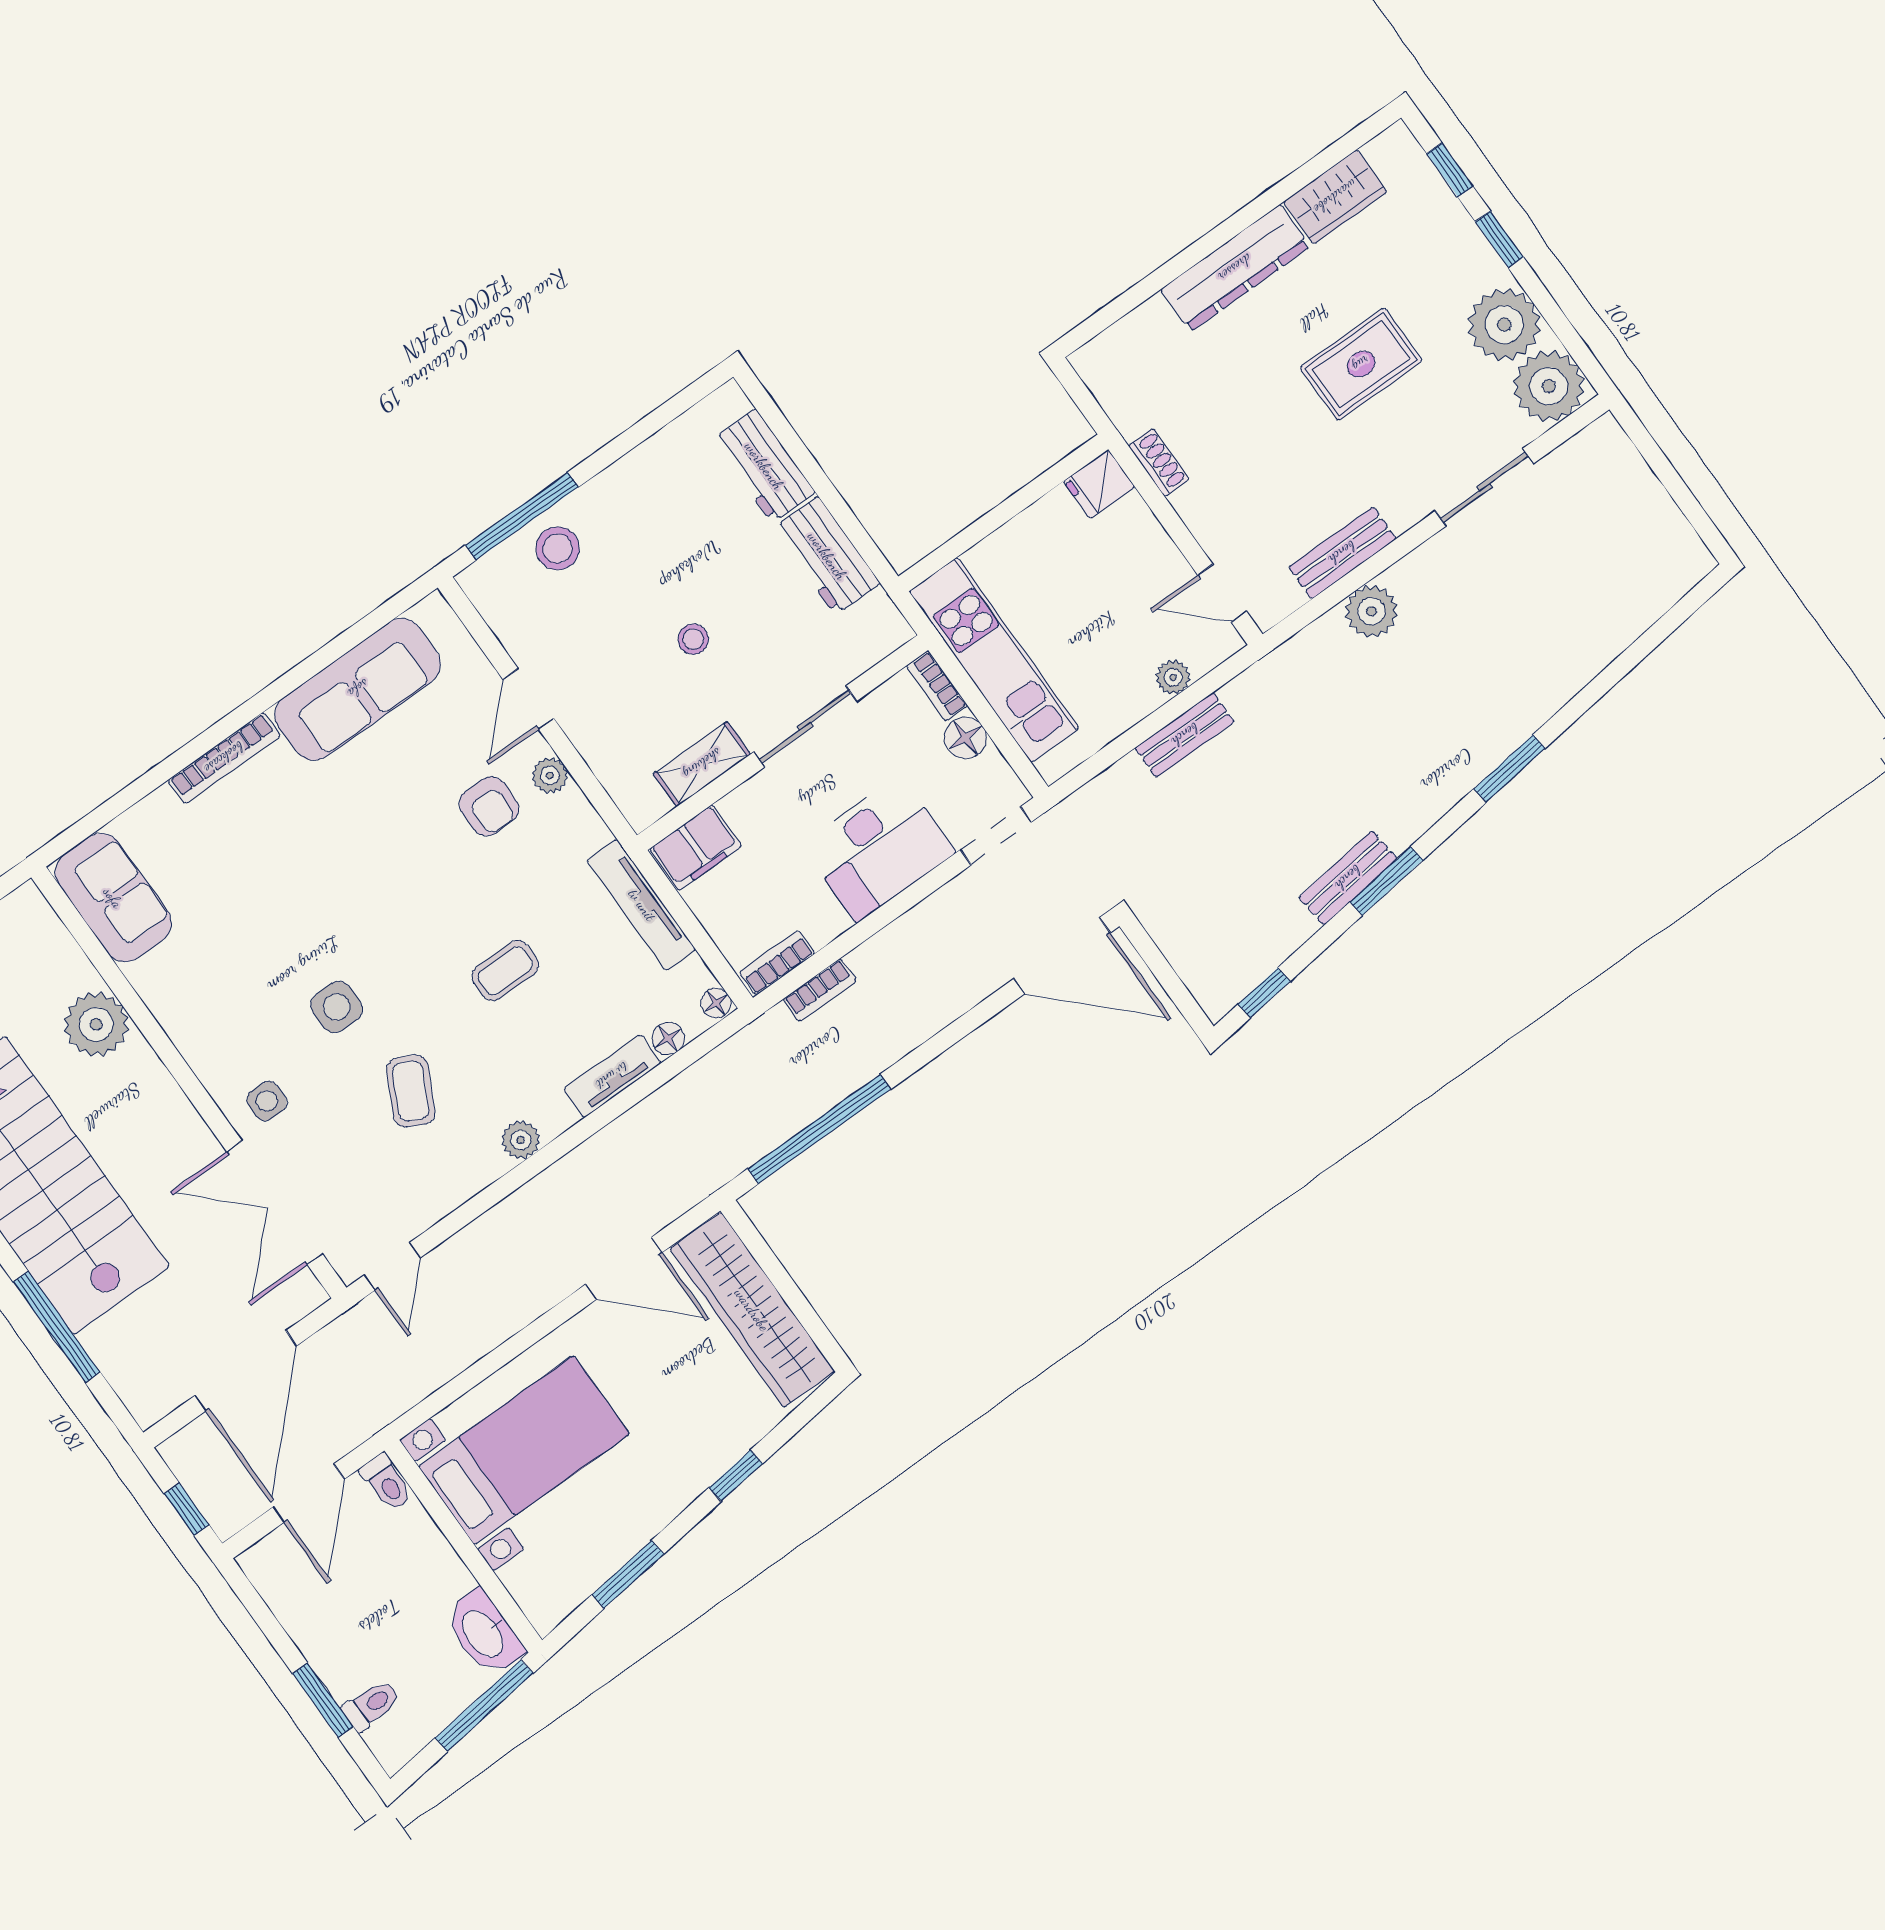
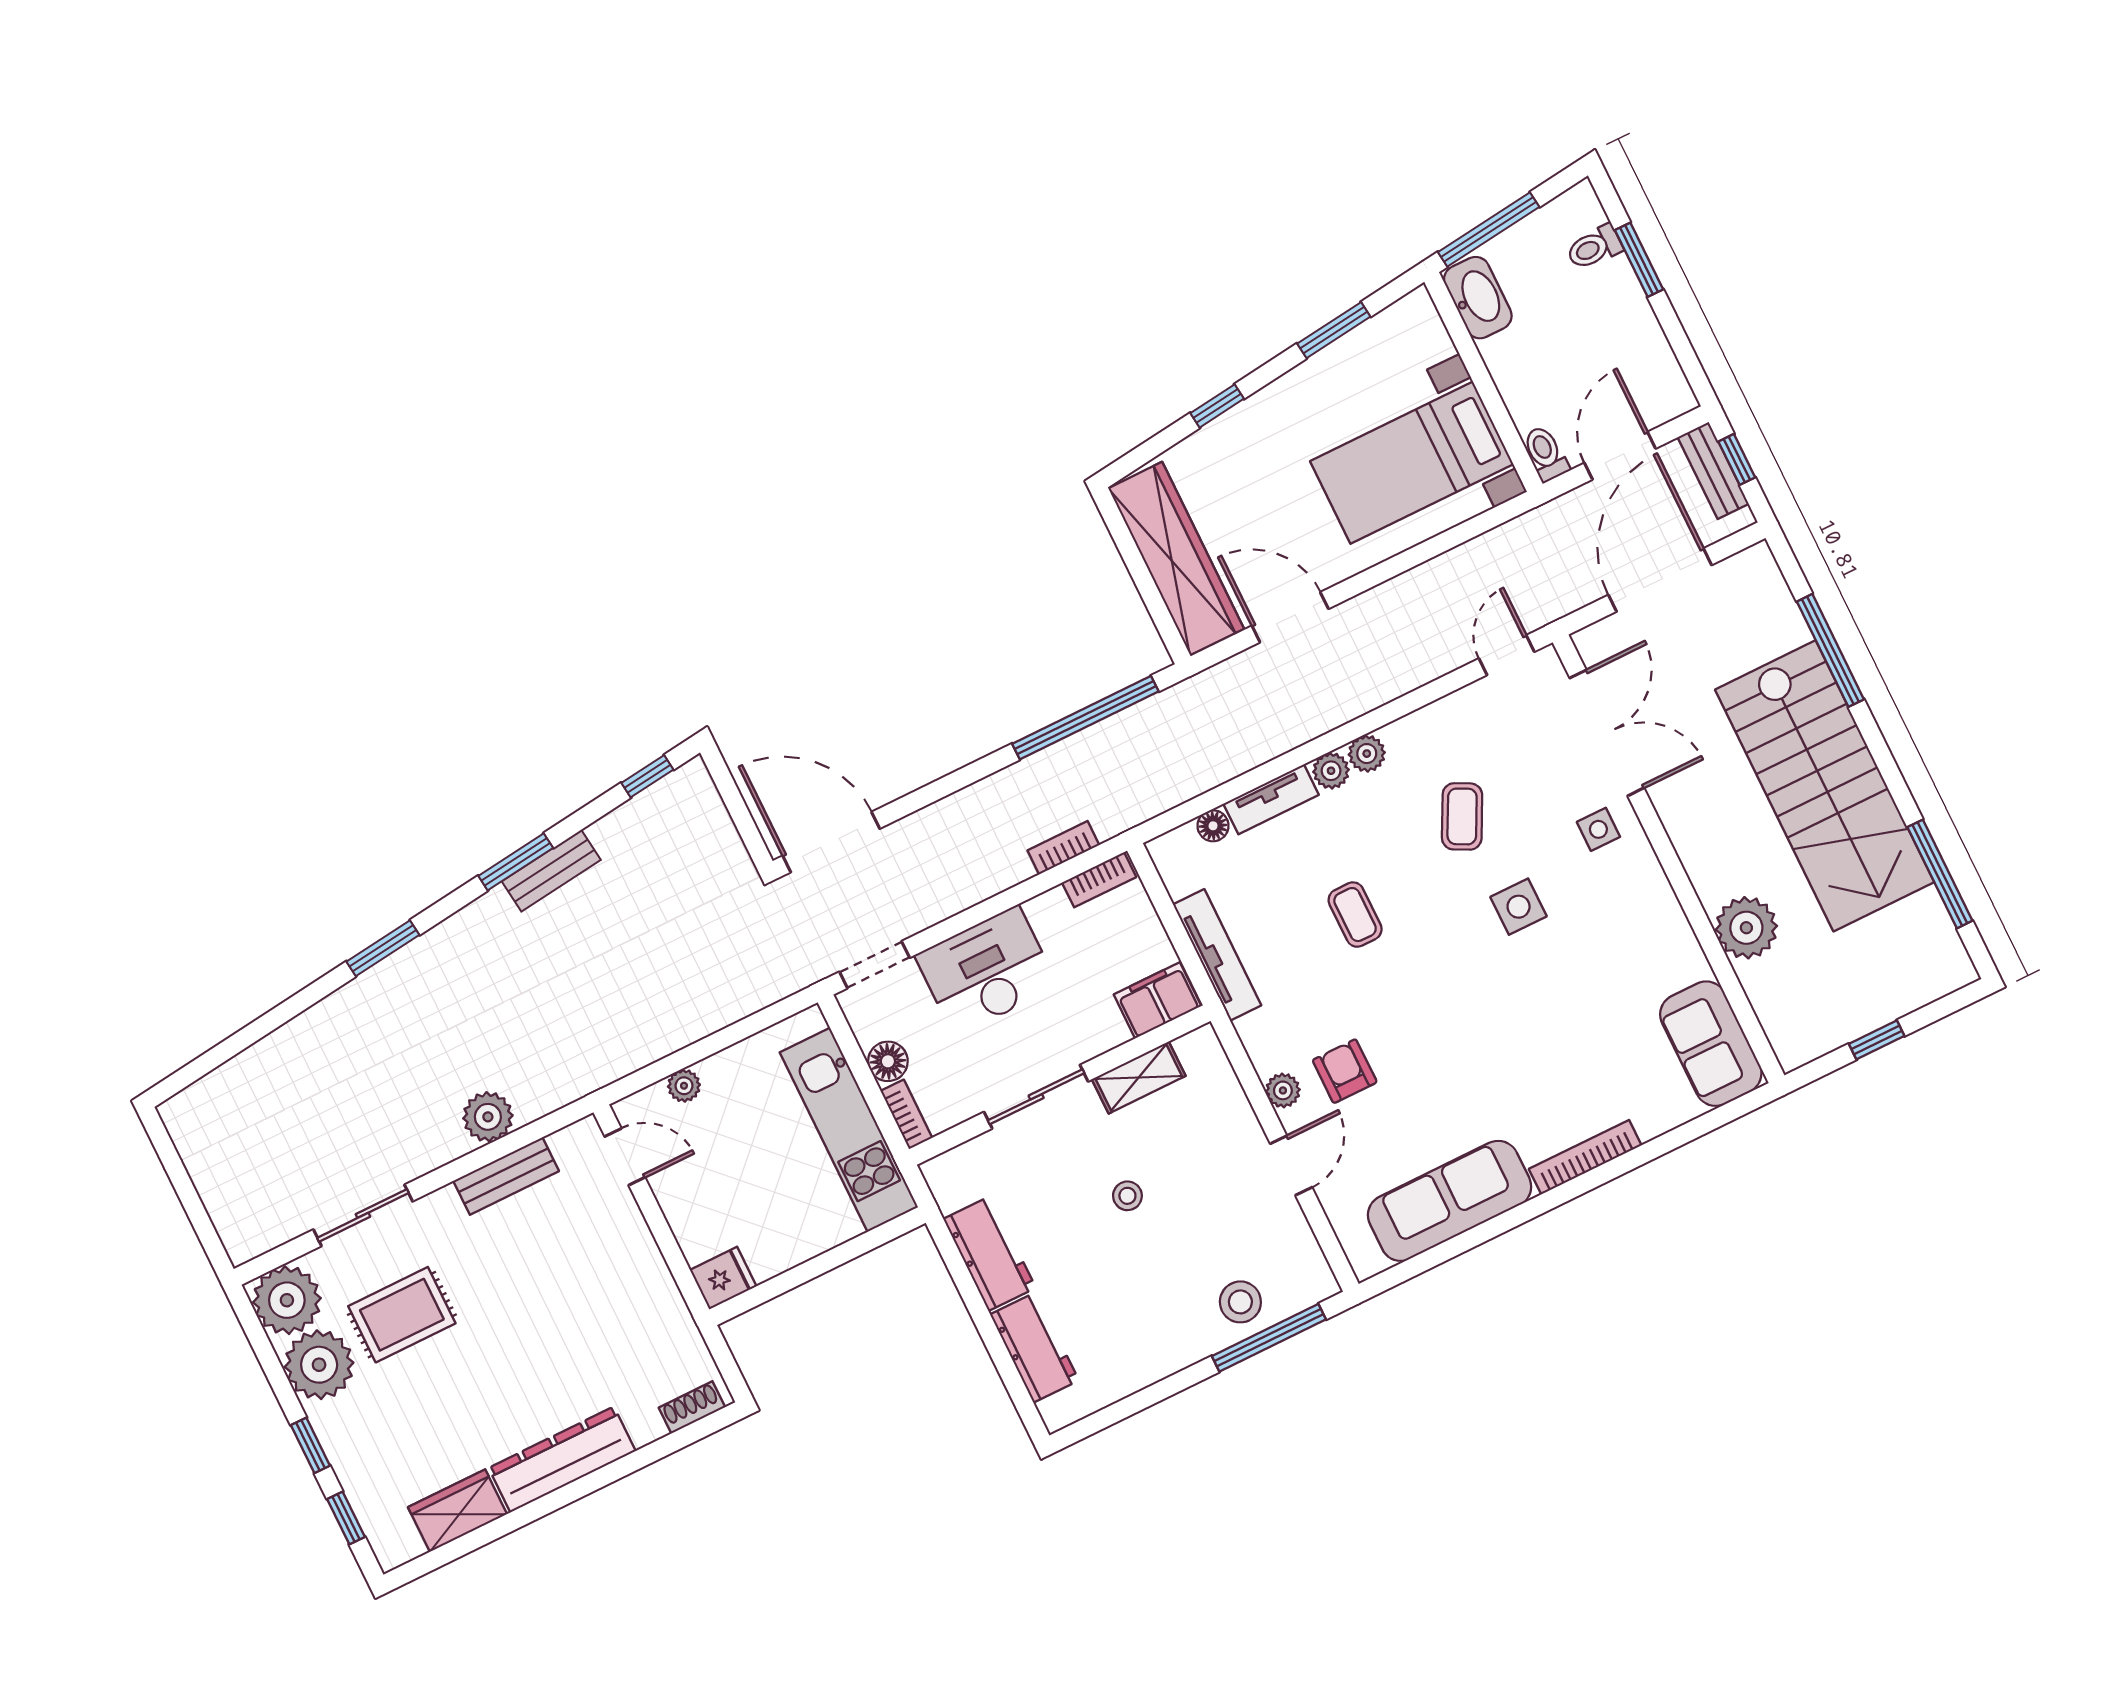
rug: (1361, 364) -> (402, 1315), moved
shoe rack: (1159, 462) -> (692, 1407), moved, turned 90
bench: (1185, 735) -> (1713, 471), moved, turned 90
coffee table: (505, 971) -> (1355, 915), turned 90
floor lamp: (716, 1003) -> (1163, 852), removed
plant: (555, 1116) -> (1331, 771), added

